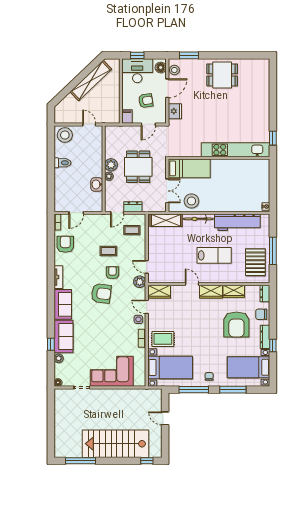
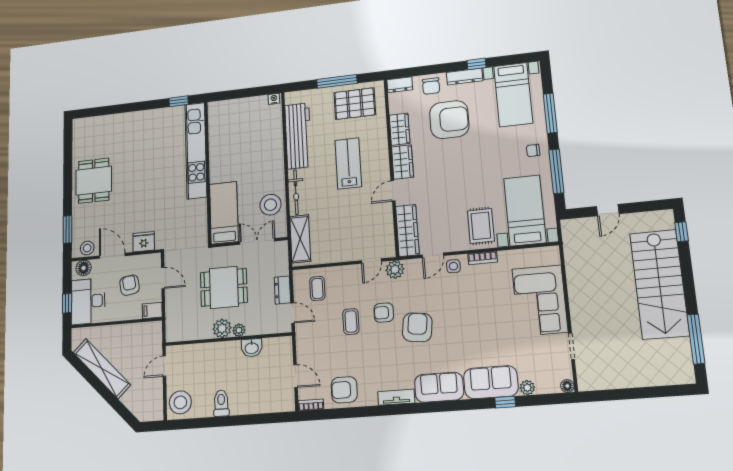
wardrobe: (159, 292) -> (407, 230), width x1.50

